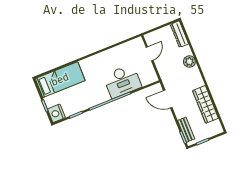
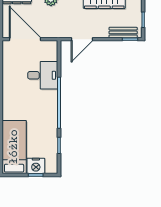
door: (150, 54) -> (25, 39), width x1.88
desk: (122, 81) -> (43, 75), width x0.73
nightstand: (56, 113) -> (36, 166), moved

